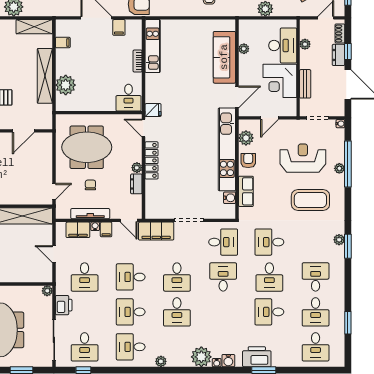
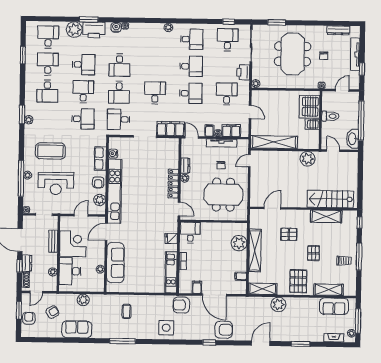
fridge: (153, 110) -> (171, 238), moved
desk: (177, 312) -> (120, 65), moved, turned 180
plant: (201, 357) -> (74, 30), moved

